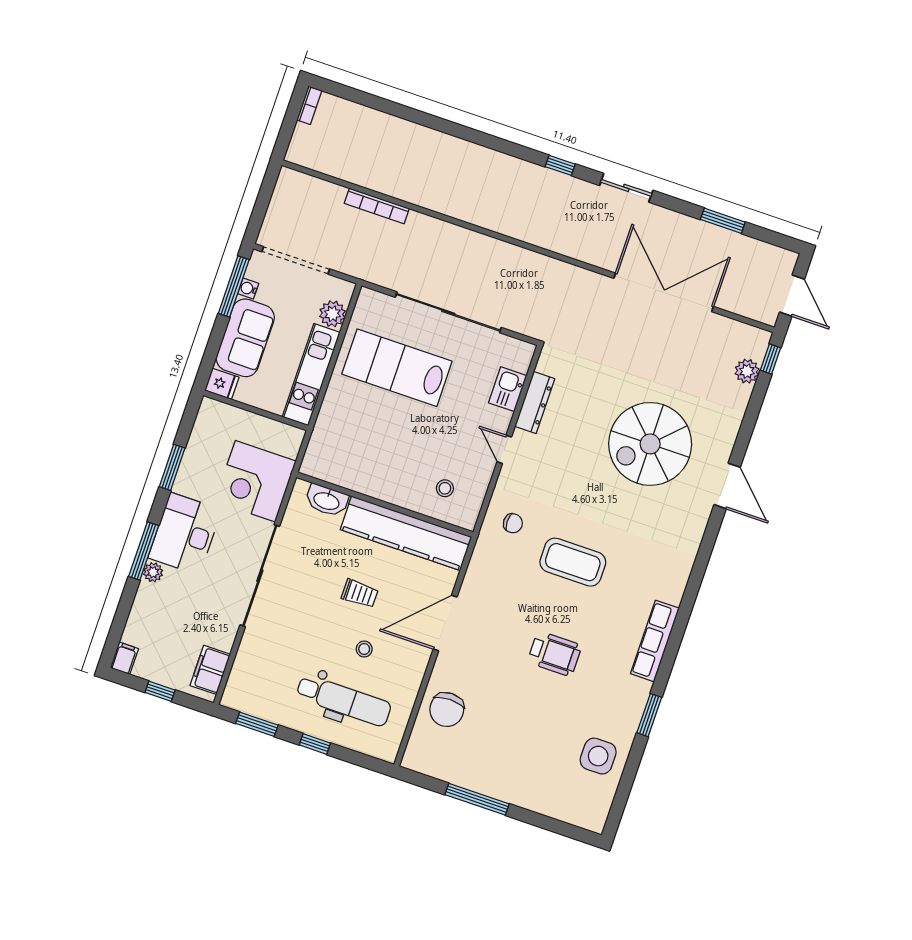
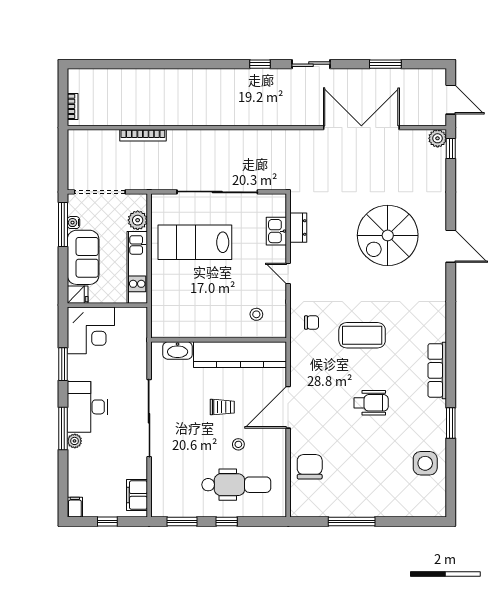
bookcase: (309, 105) -> (73, 106), moved
plant: (747, 371) -> (438, 138), moved
dresser: (535, 403) -> (298, 228), width x0.70
corner desk: (255, 481) -> (91, 330), moved, turned -90
chair: (447, 710) -> (310, 467), turned 180

